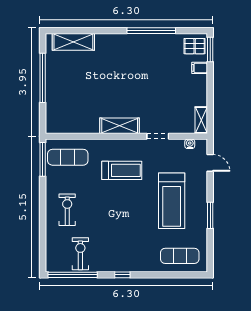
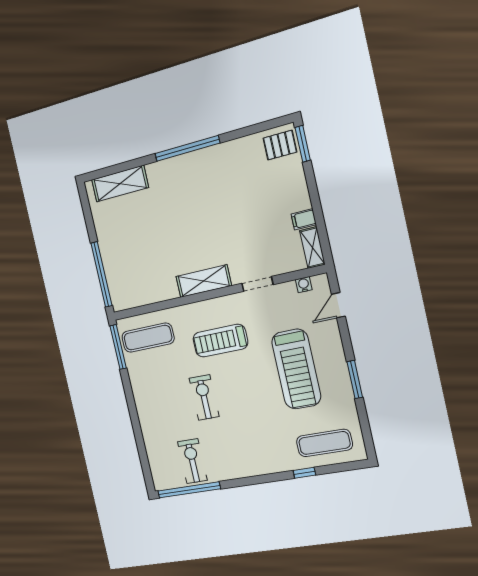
window: (151, 31) -> (187, 148), moved
filing cabinet: (200, 68) -> (304, 219), moved
window: (43, 78) -> (101, 274), moved
door: (210, 163) -> (338, 305), swing flipped
treadmill: (122, 170) -> (220, 341), turned 180
exercise bike: (67, 210) -> (204, 397), moved
window: (122, 275) -> (304, 473), moved

